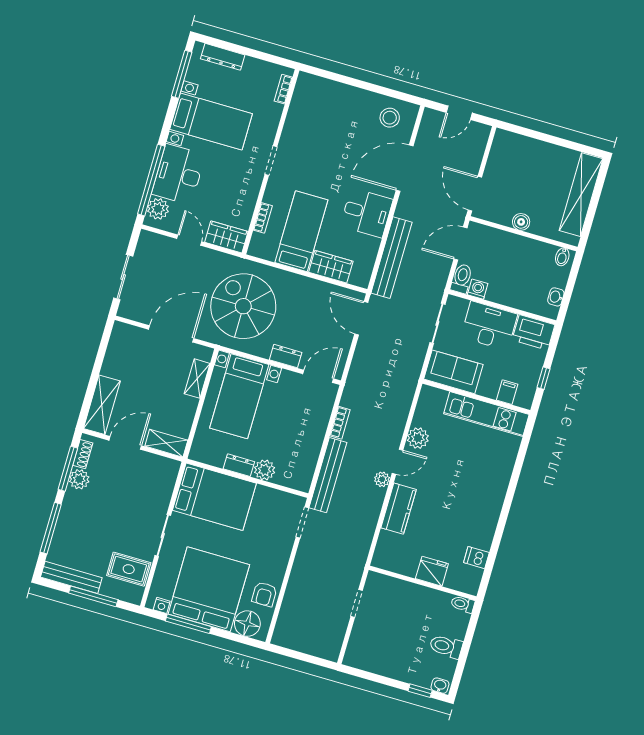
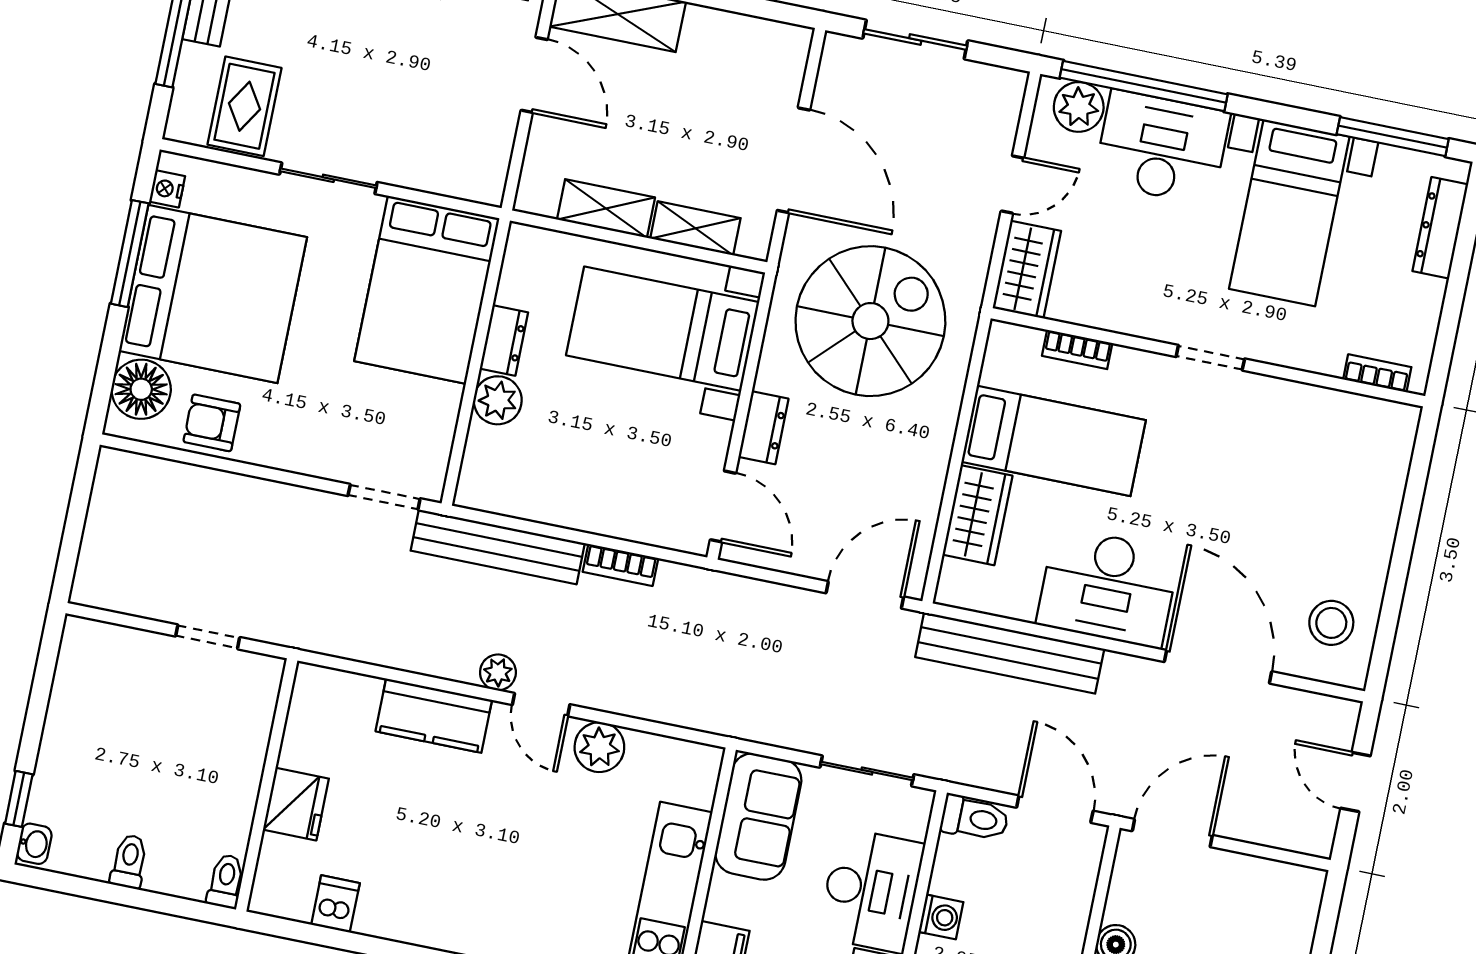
desk: (367, 213) -> (1108, 588), width x1.37
washing machine: (478, 289) -> (941, 917), moved
shelving: (166, 443) -> (606, 208), moved, turned 90
toilet: (446, 646) -> (129, 862), width x0.73, depth x0.72

